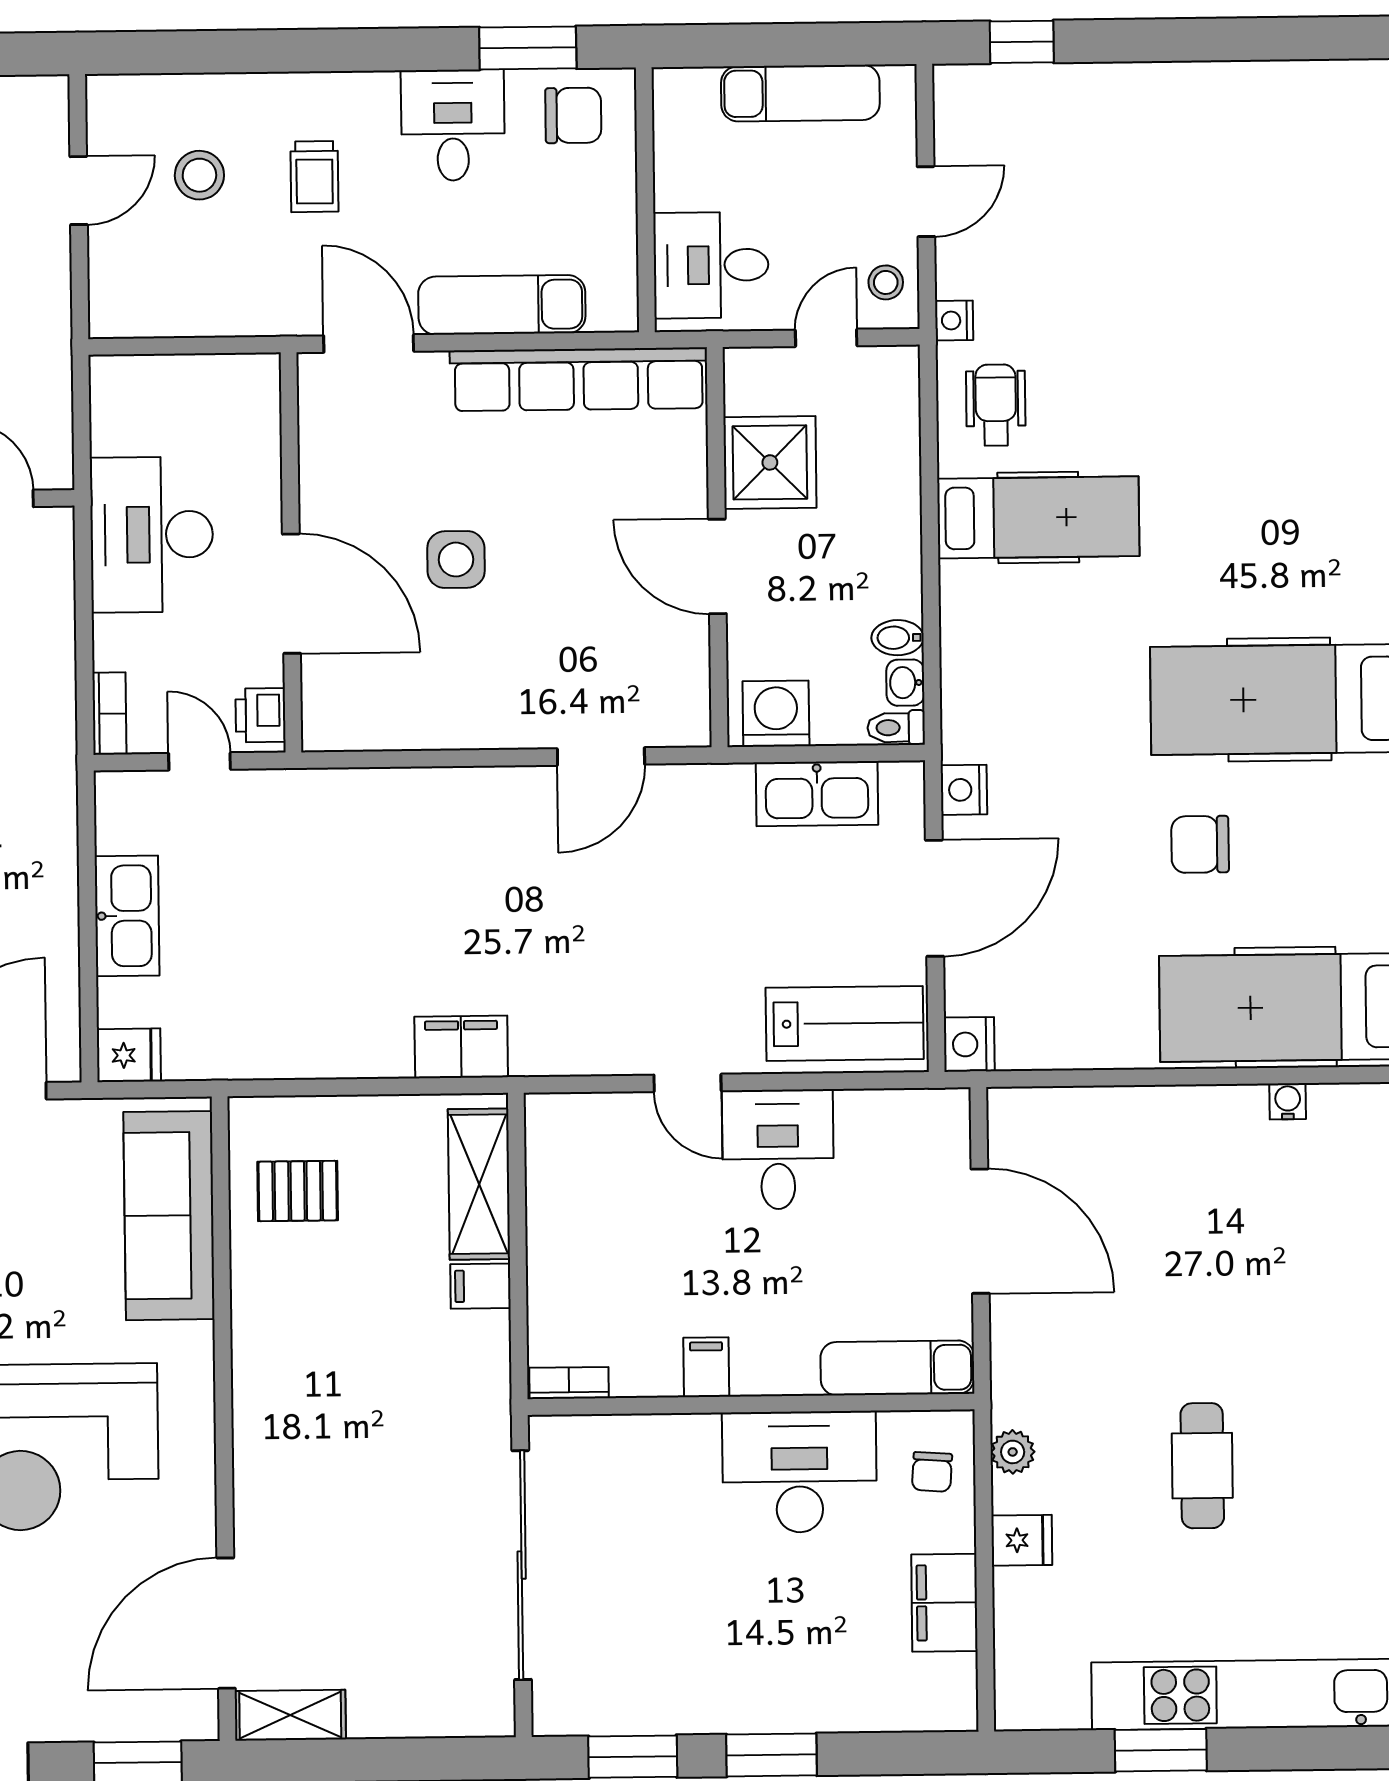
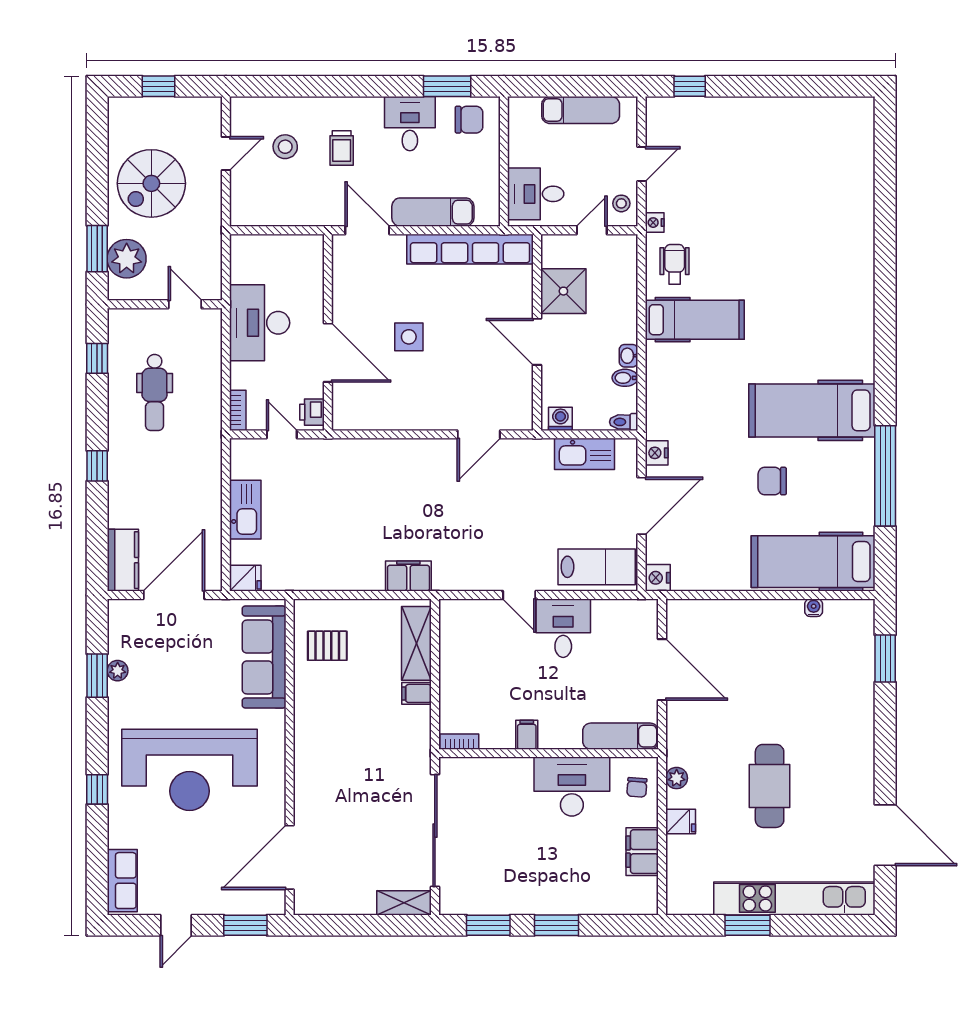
washbasin: (905, 683) -> (629, 356), moved
washing machine: (776, 714) -> (560, 419), width x0.73, depth x0.73
cafe table: (1202, 1466) -> (770, 786), width x1.37, depth x1.35
shelving: (290, 1715) -> (404, 903), moved

